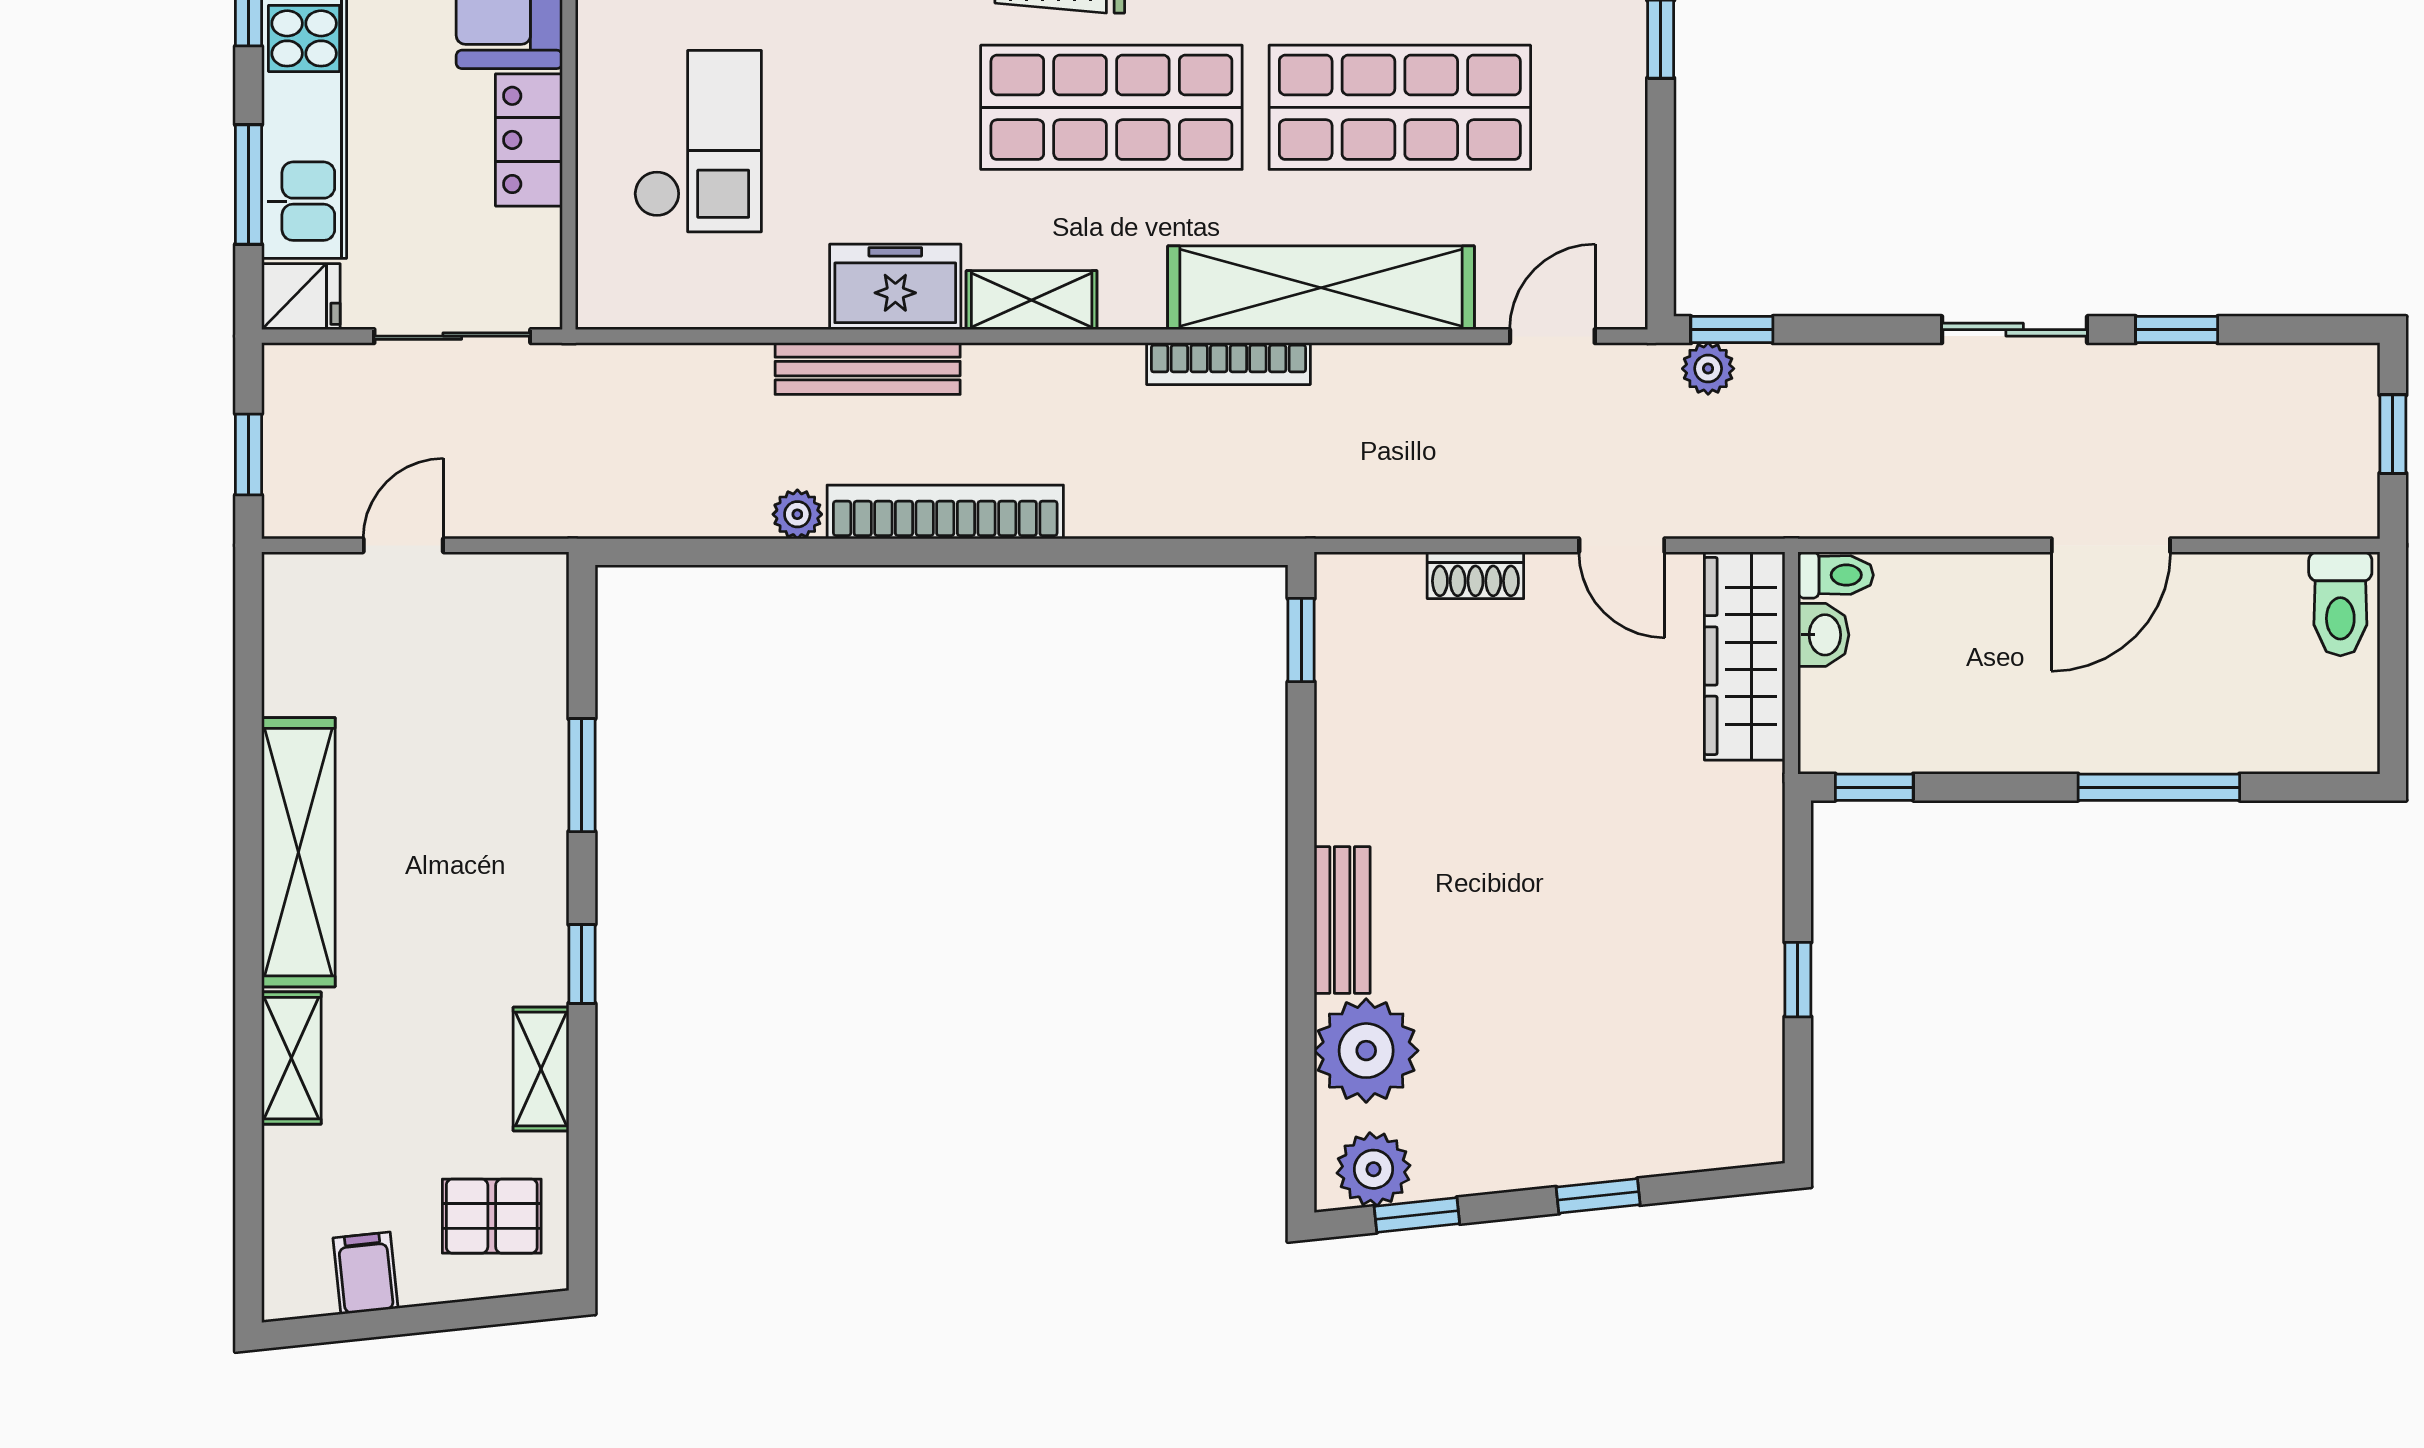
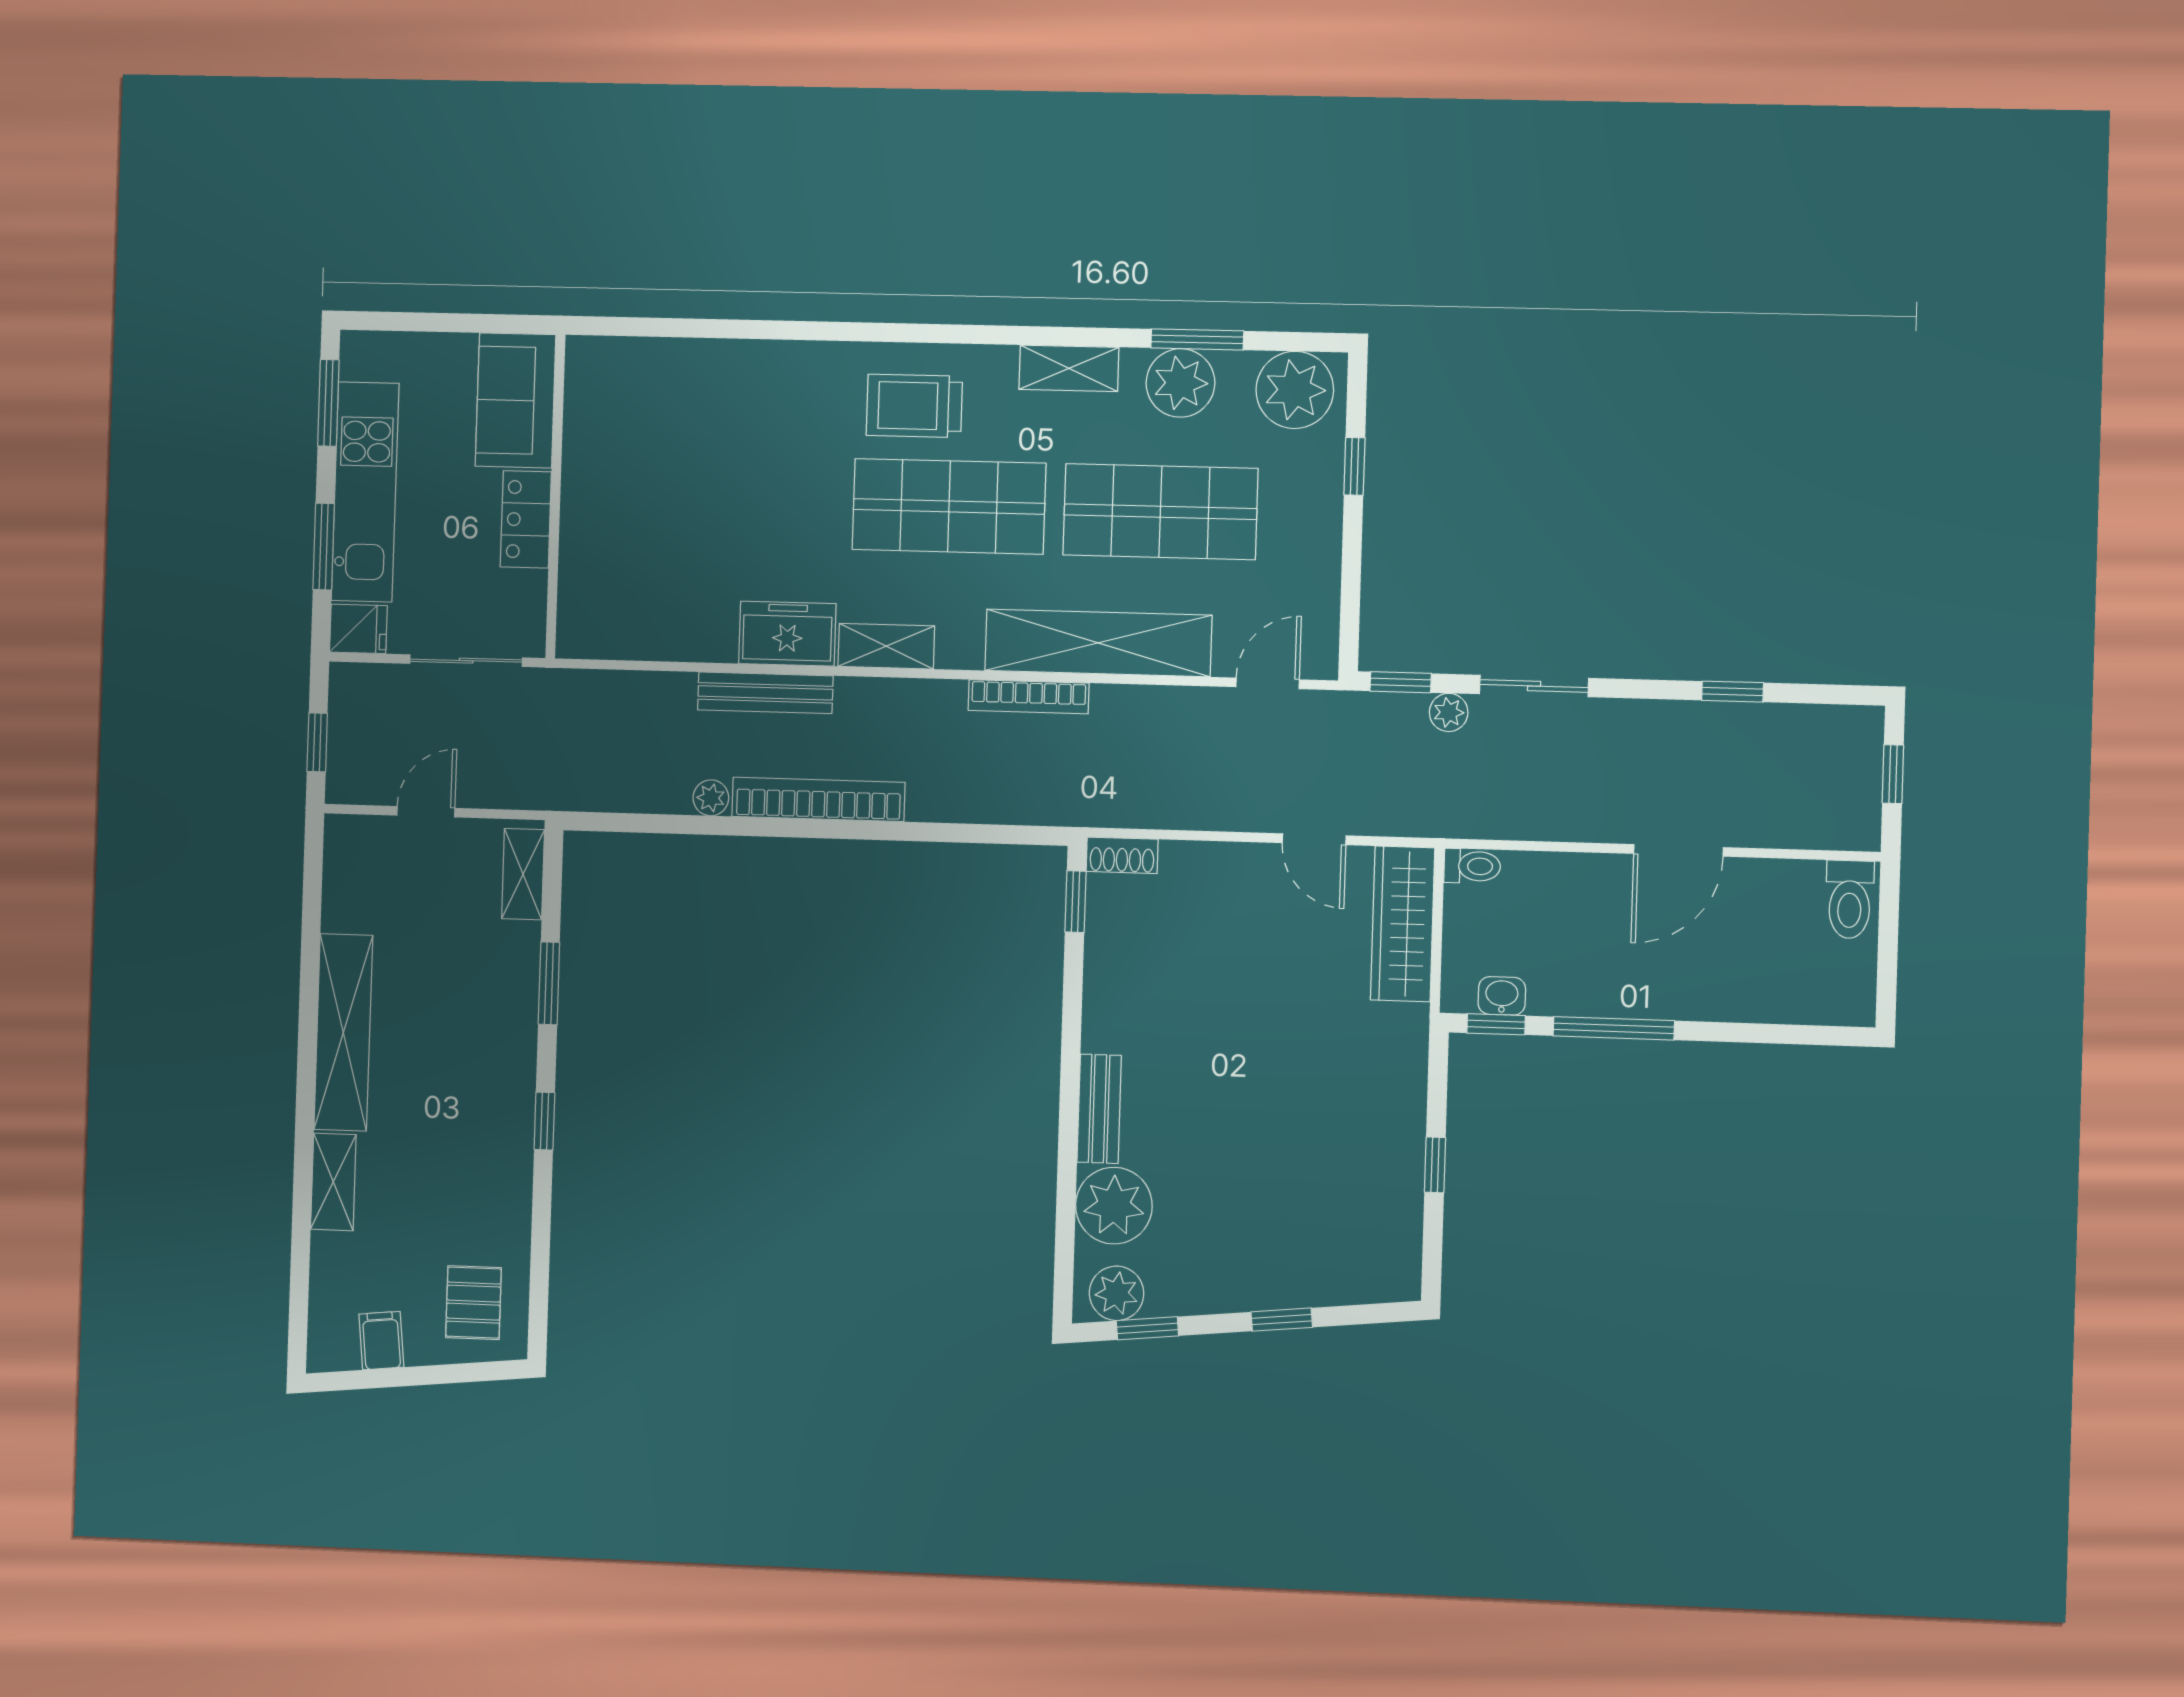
checkout: (698, 141) -> (648, 523), removed
sliding door: (2015, 330) -> (1534, 686), moved
plant: (1708, 369) -> (1449, 712), moved
shoe rack: (1475, 575) -> (1122, 855), moved
washbasin: (1823, 635) -> (1502, 996), moved, turned -90
window: (2159, 787) -> (1614, 1028), moved
shelving: (541, 1069) -> (523, 874), moved
pallet: (492, 1216) -> (473, 1303), turned 90

